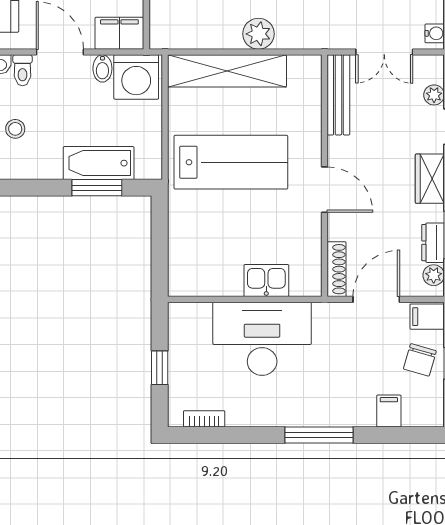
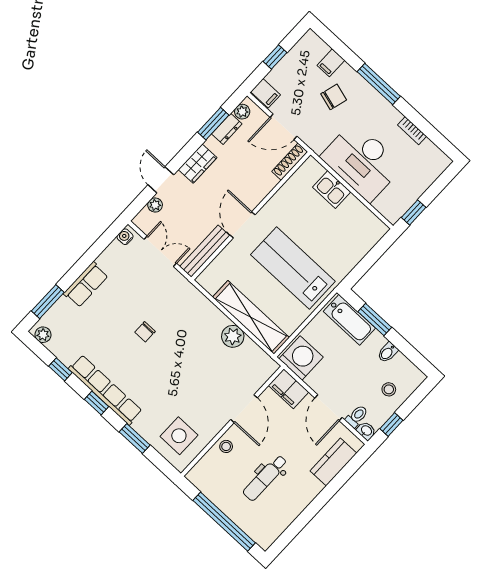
plant: (258, 34) -> (233, 336), moved
bidet: (102, 68) -> (388, 352), moved, turned 180
bathtub: (99, 163) -> (349, 320), moved
door: (325, 190) -> (242, 225), moved
chair: (420, 360) -> (334, 97), moved
window: (160, 368) -> (414, 212), moved
bookcase: (204, 419) -> (412, 131), moved

